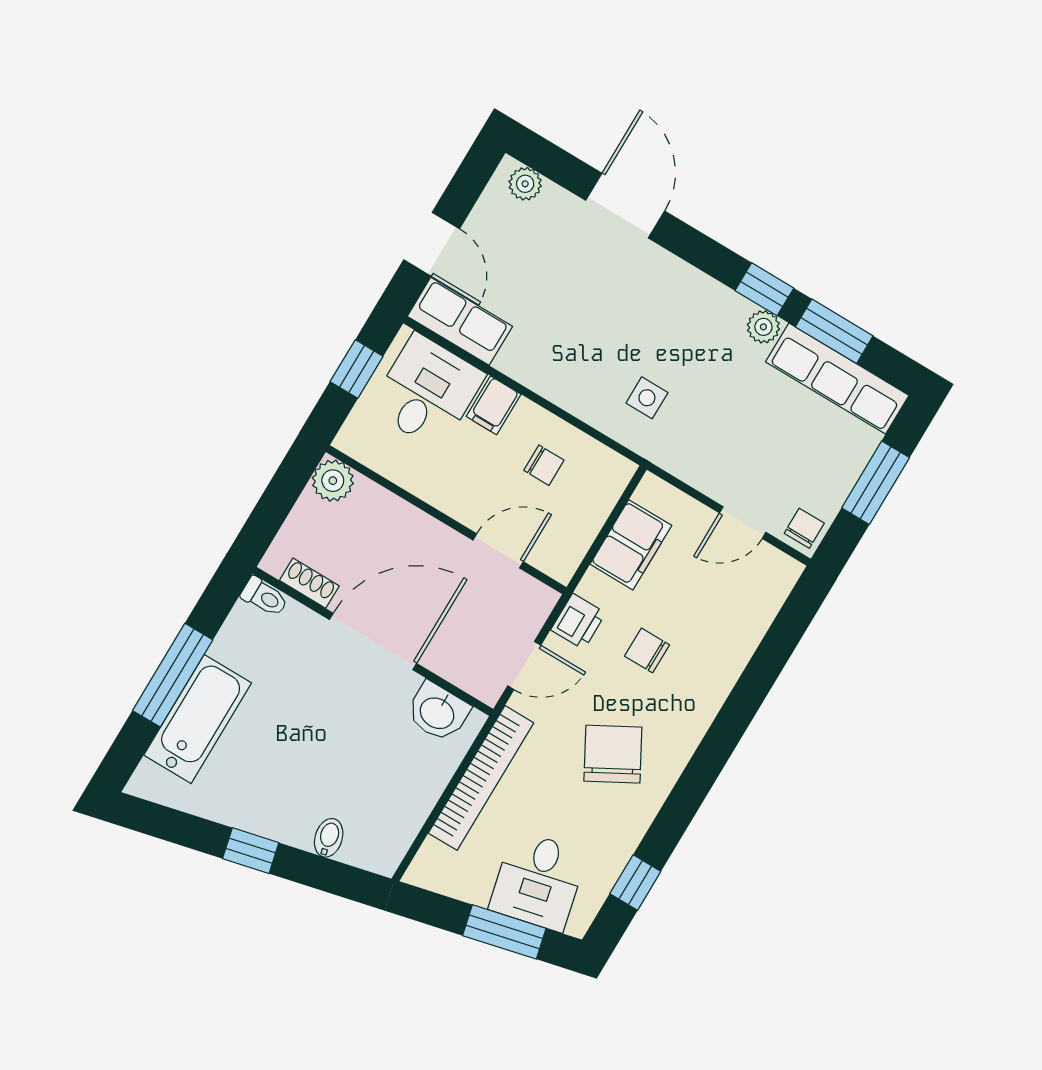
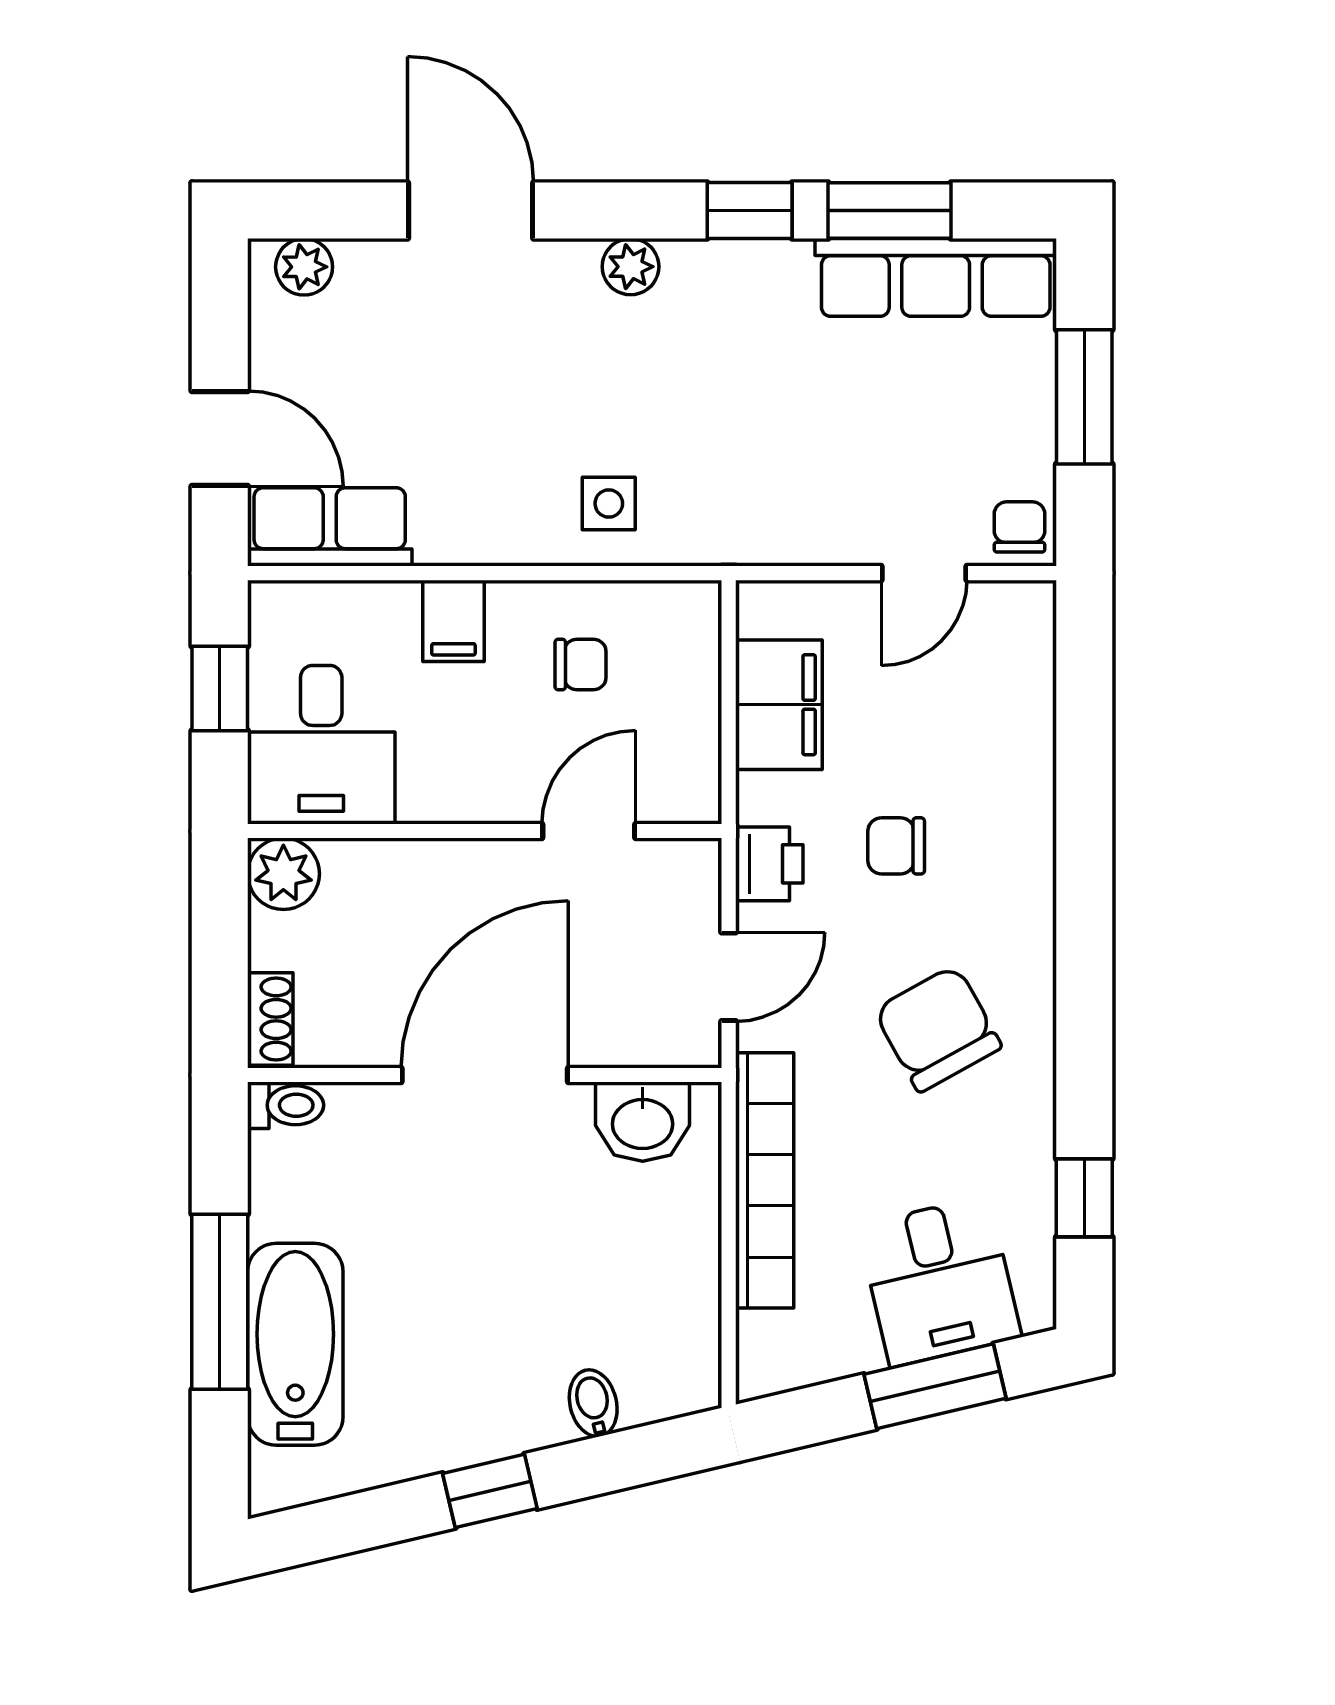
plant: (763, 327) -> (631, 267), moved
desk: (427, 392) -> (321, 745), moved, turned 180
side table: (647, 398) -> (609, 504), moved
shoe rack: (309, 583) -> (270, 1019), moved, turned 90

